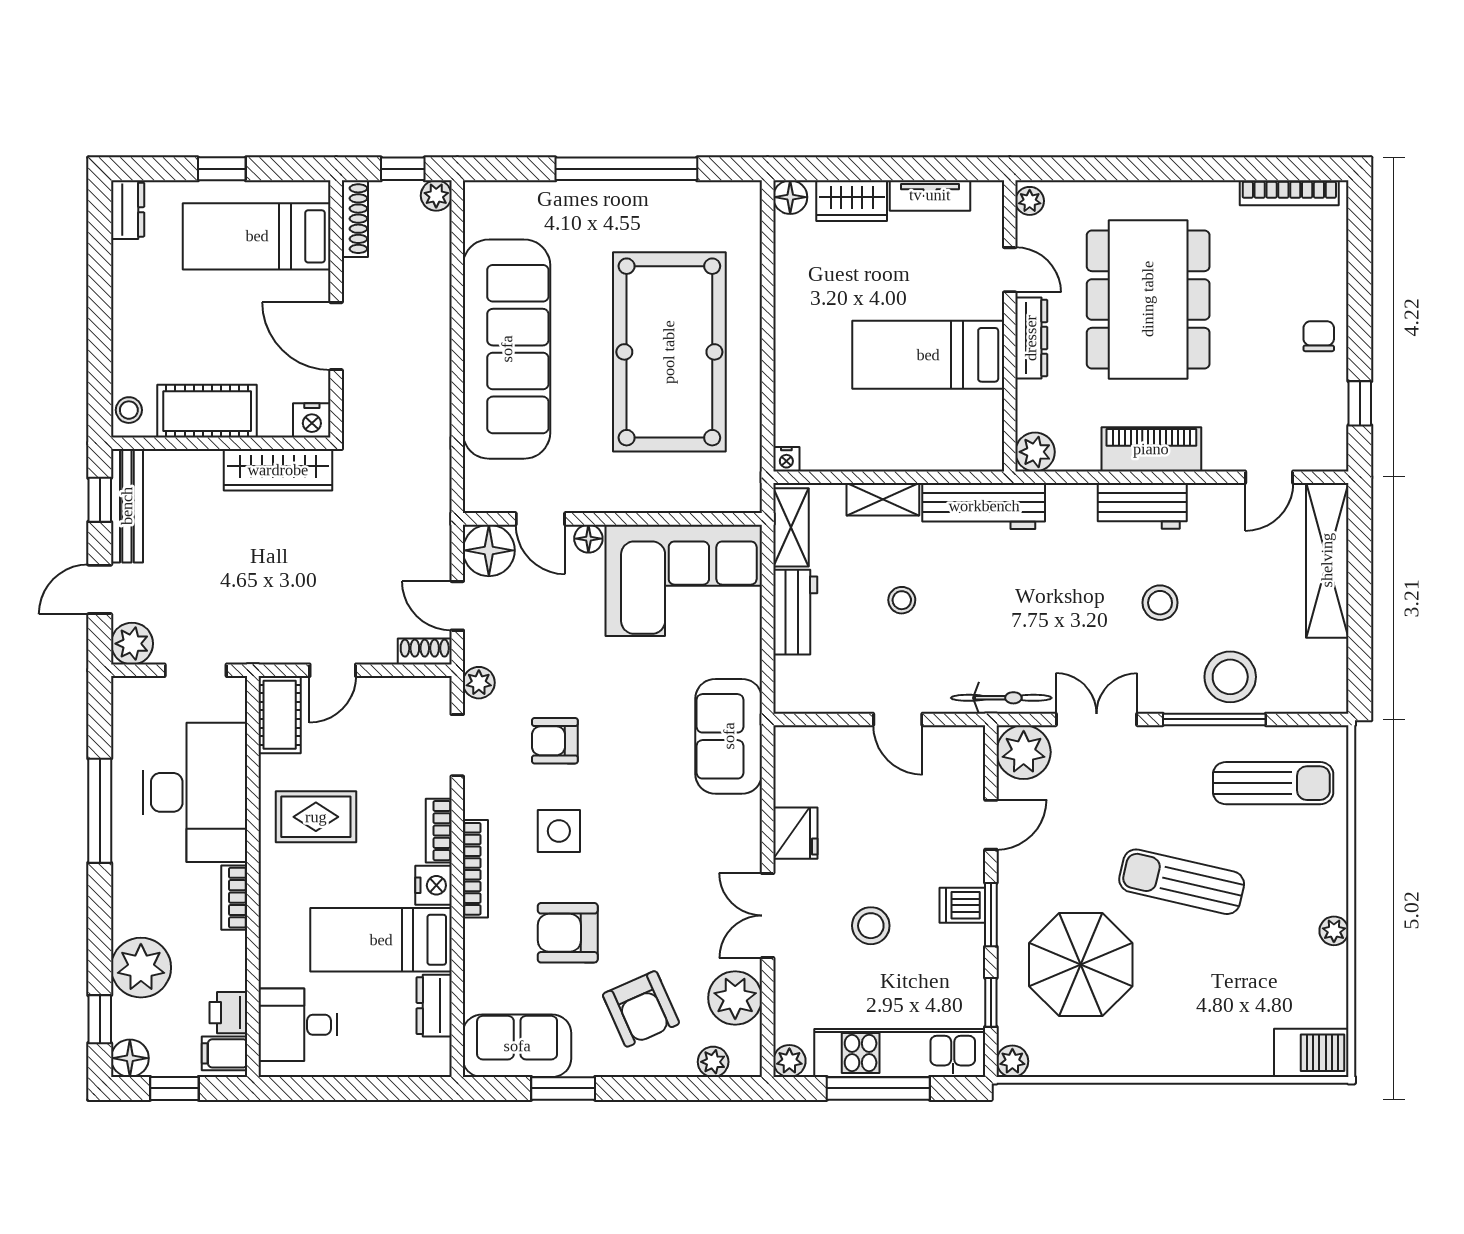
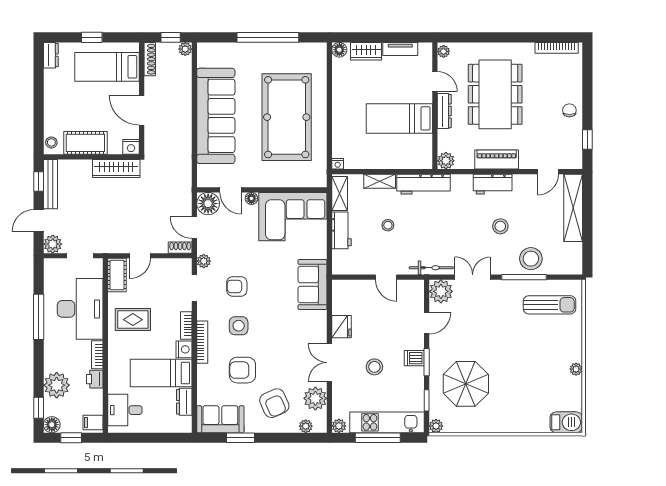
sun lounger: (1182, 882) -> (510, 348), removed
printer: (228, 1013) -> (95, 379), moved

